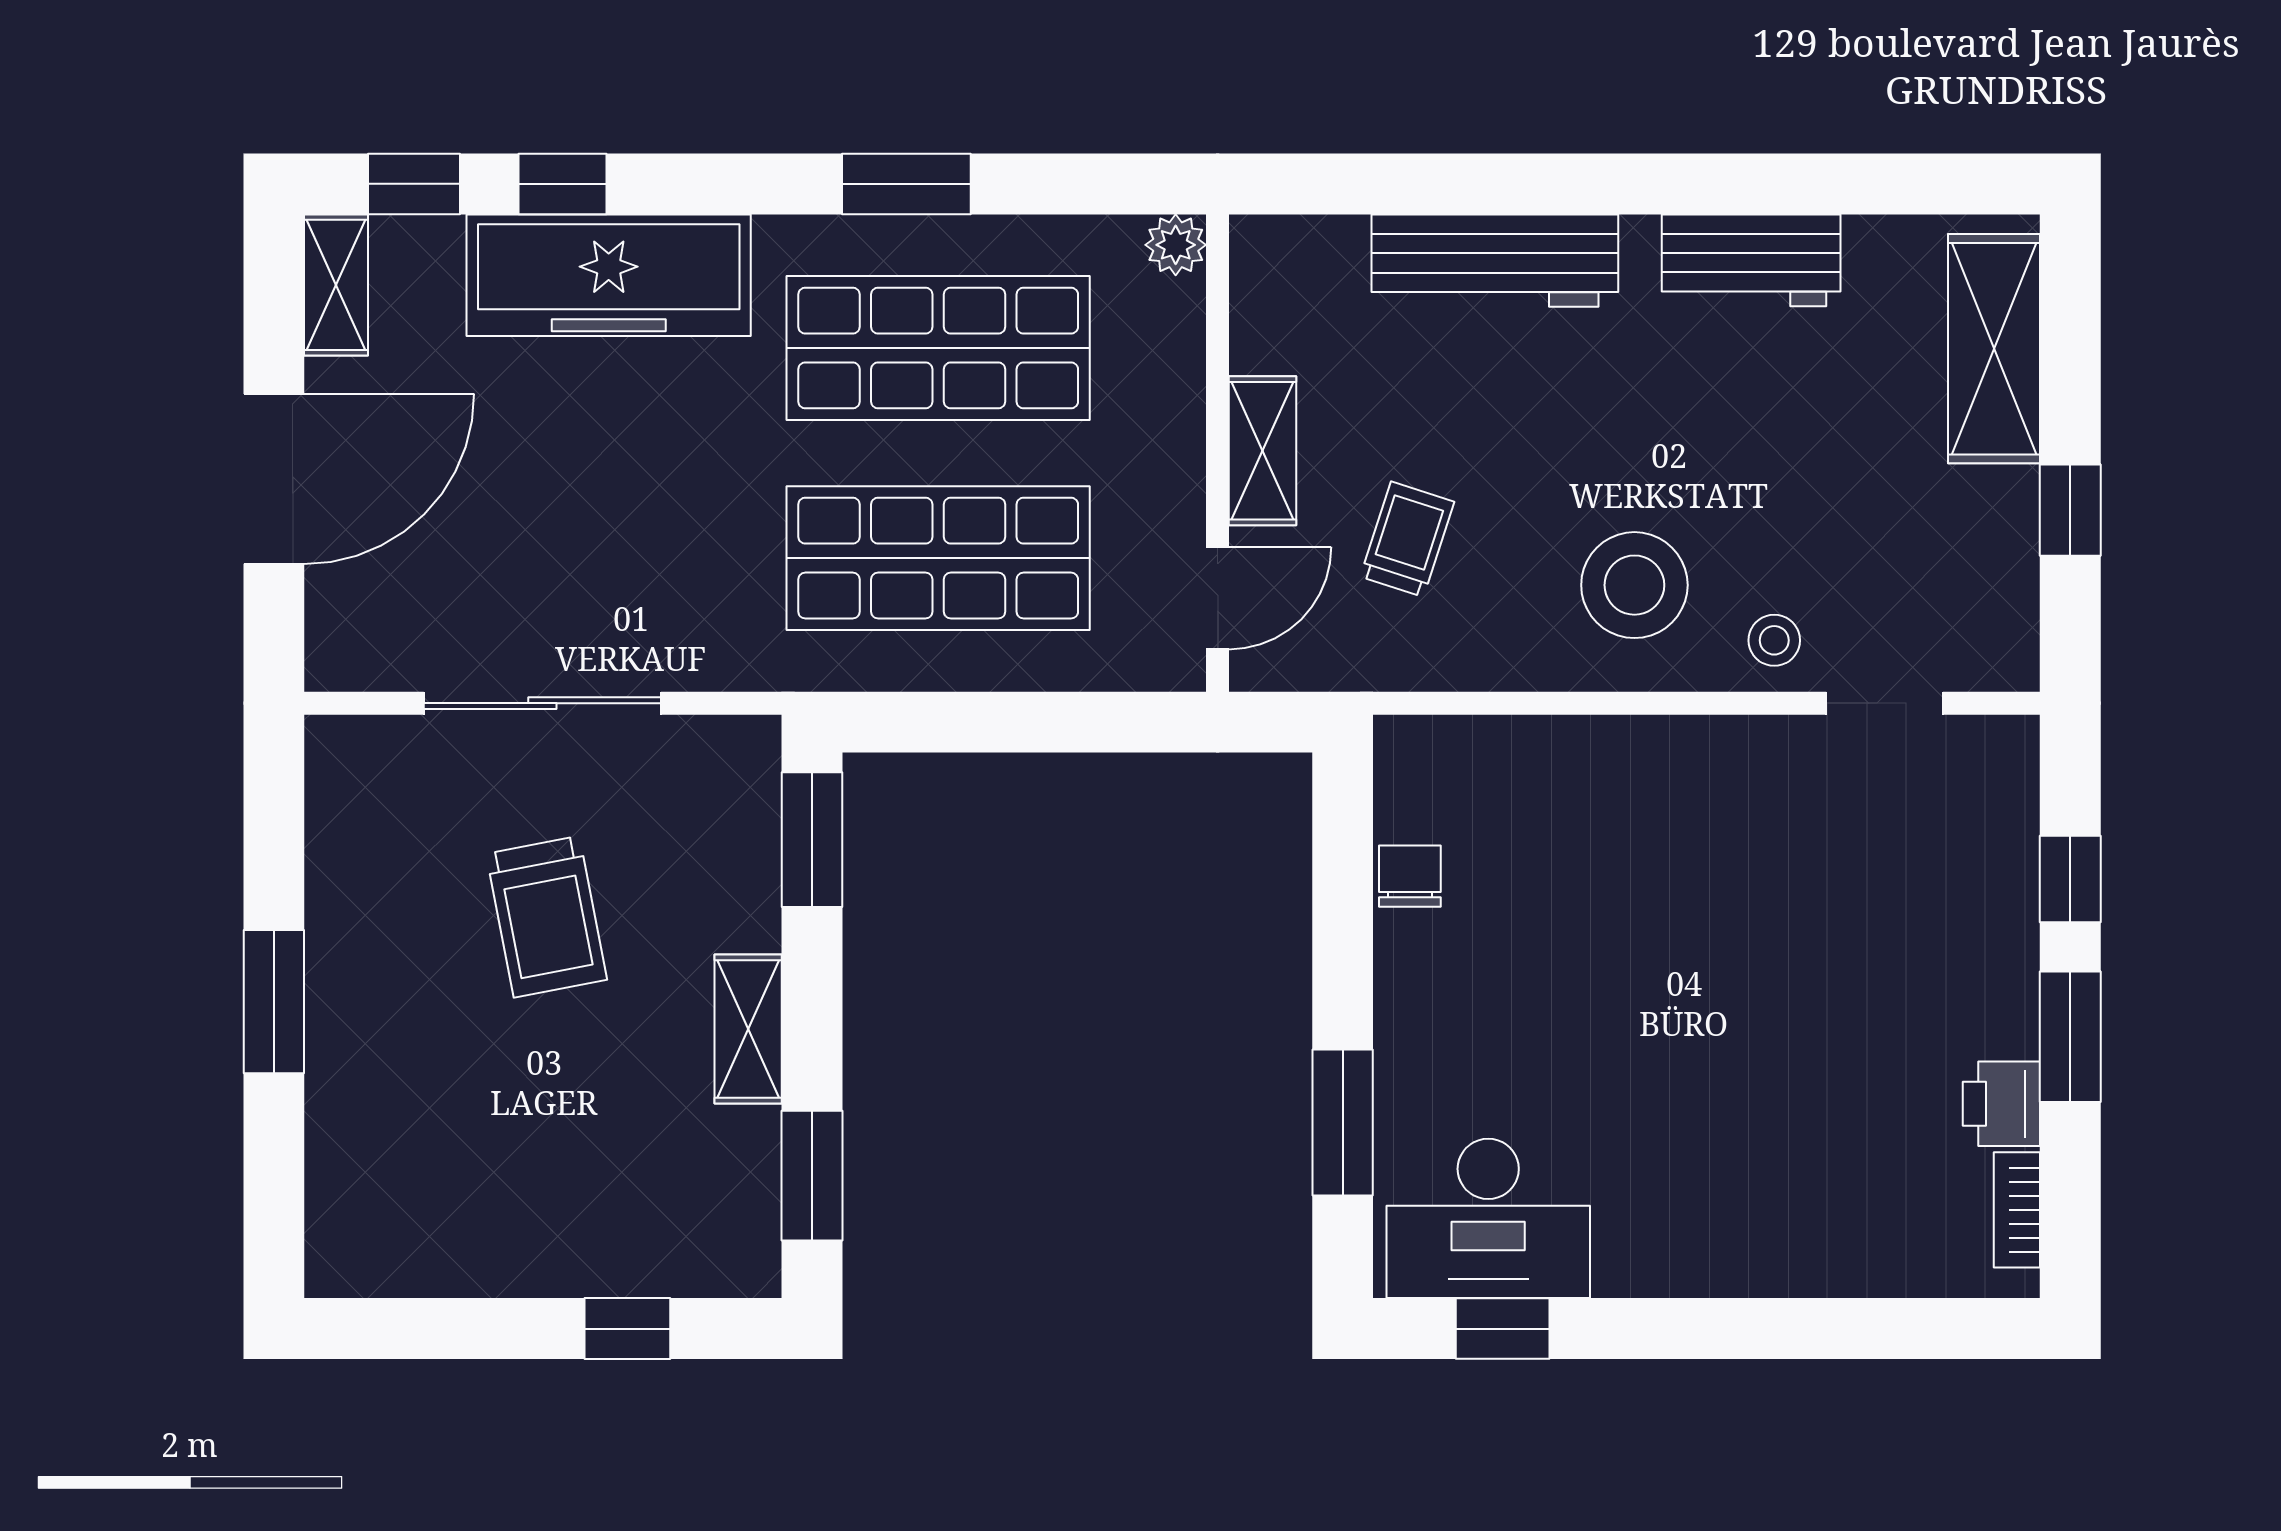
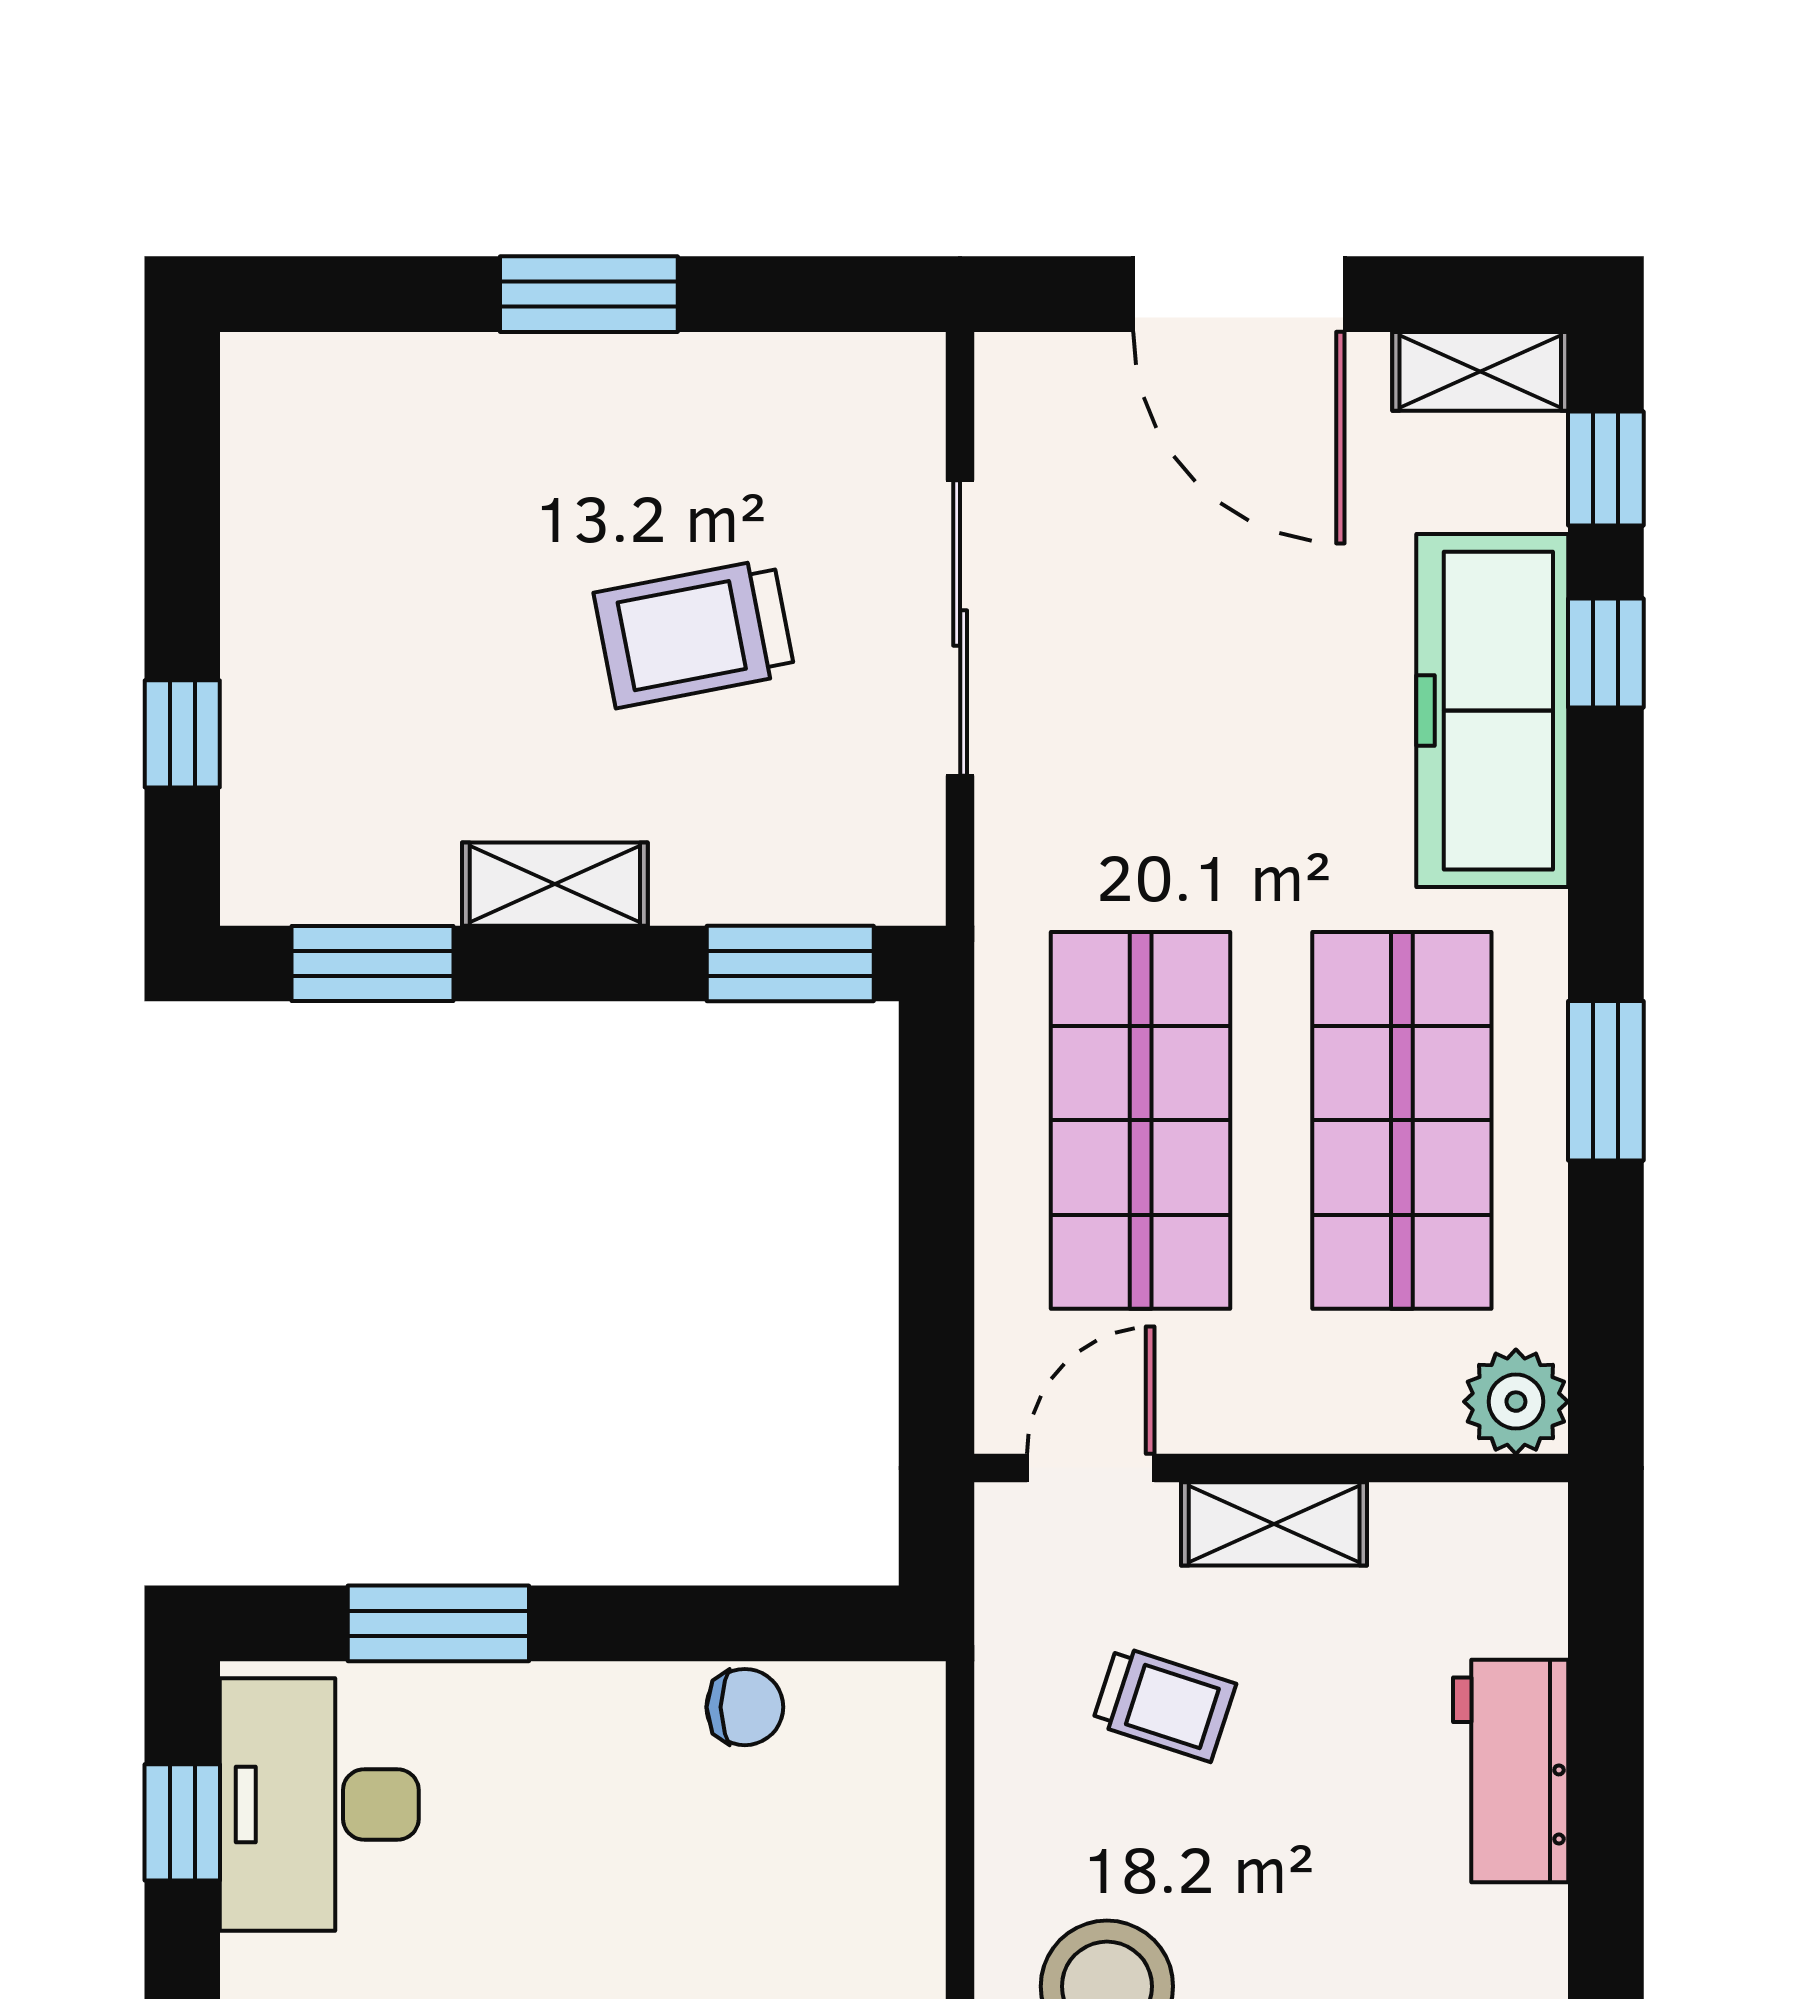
plant: (1176, 245) -> (1516, 1402), width x1.38, depth x1.38
workbench: (1495, 261) -> (1511, 1771), width x0.73
door: (1218, 598) -> (1091, 1468), swing flipped

